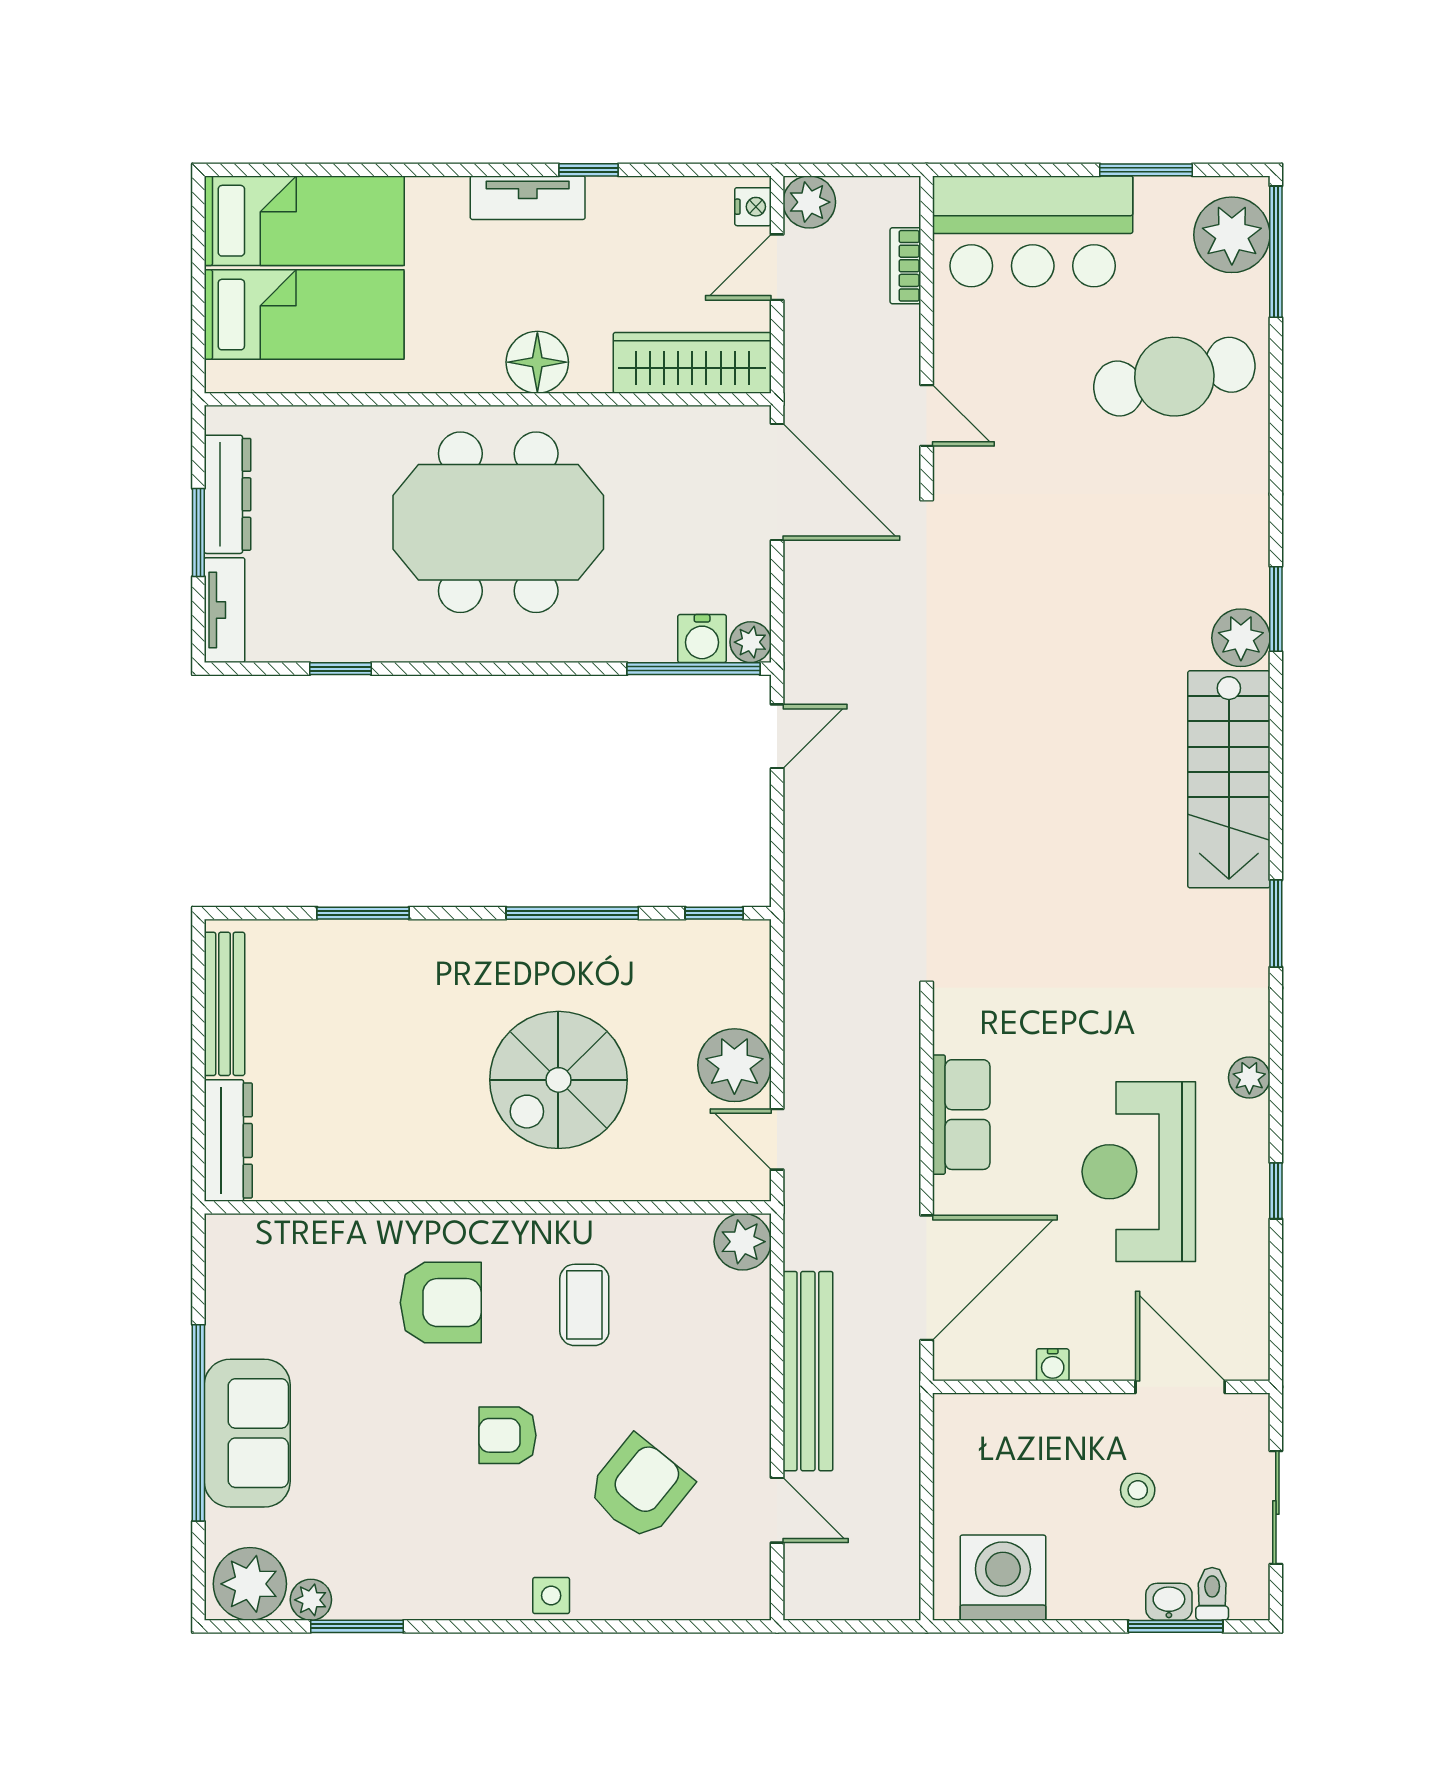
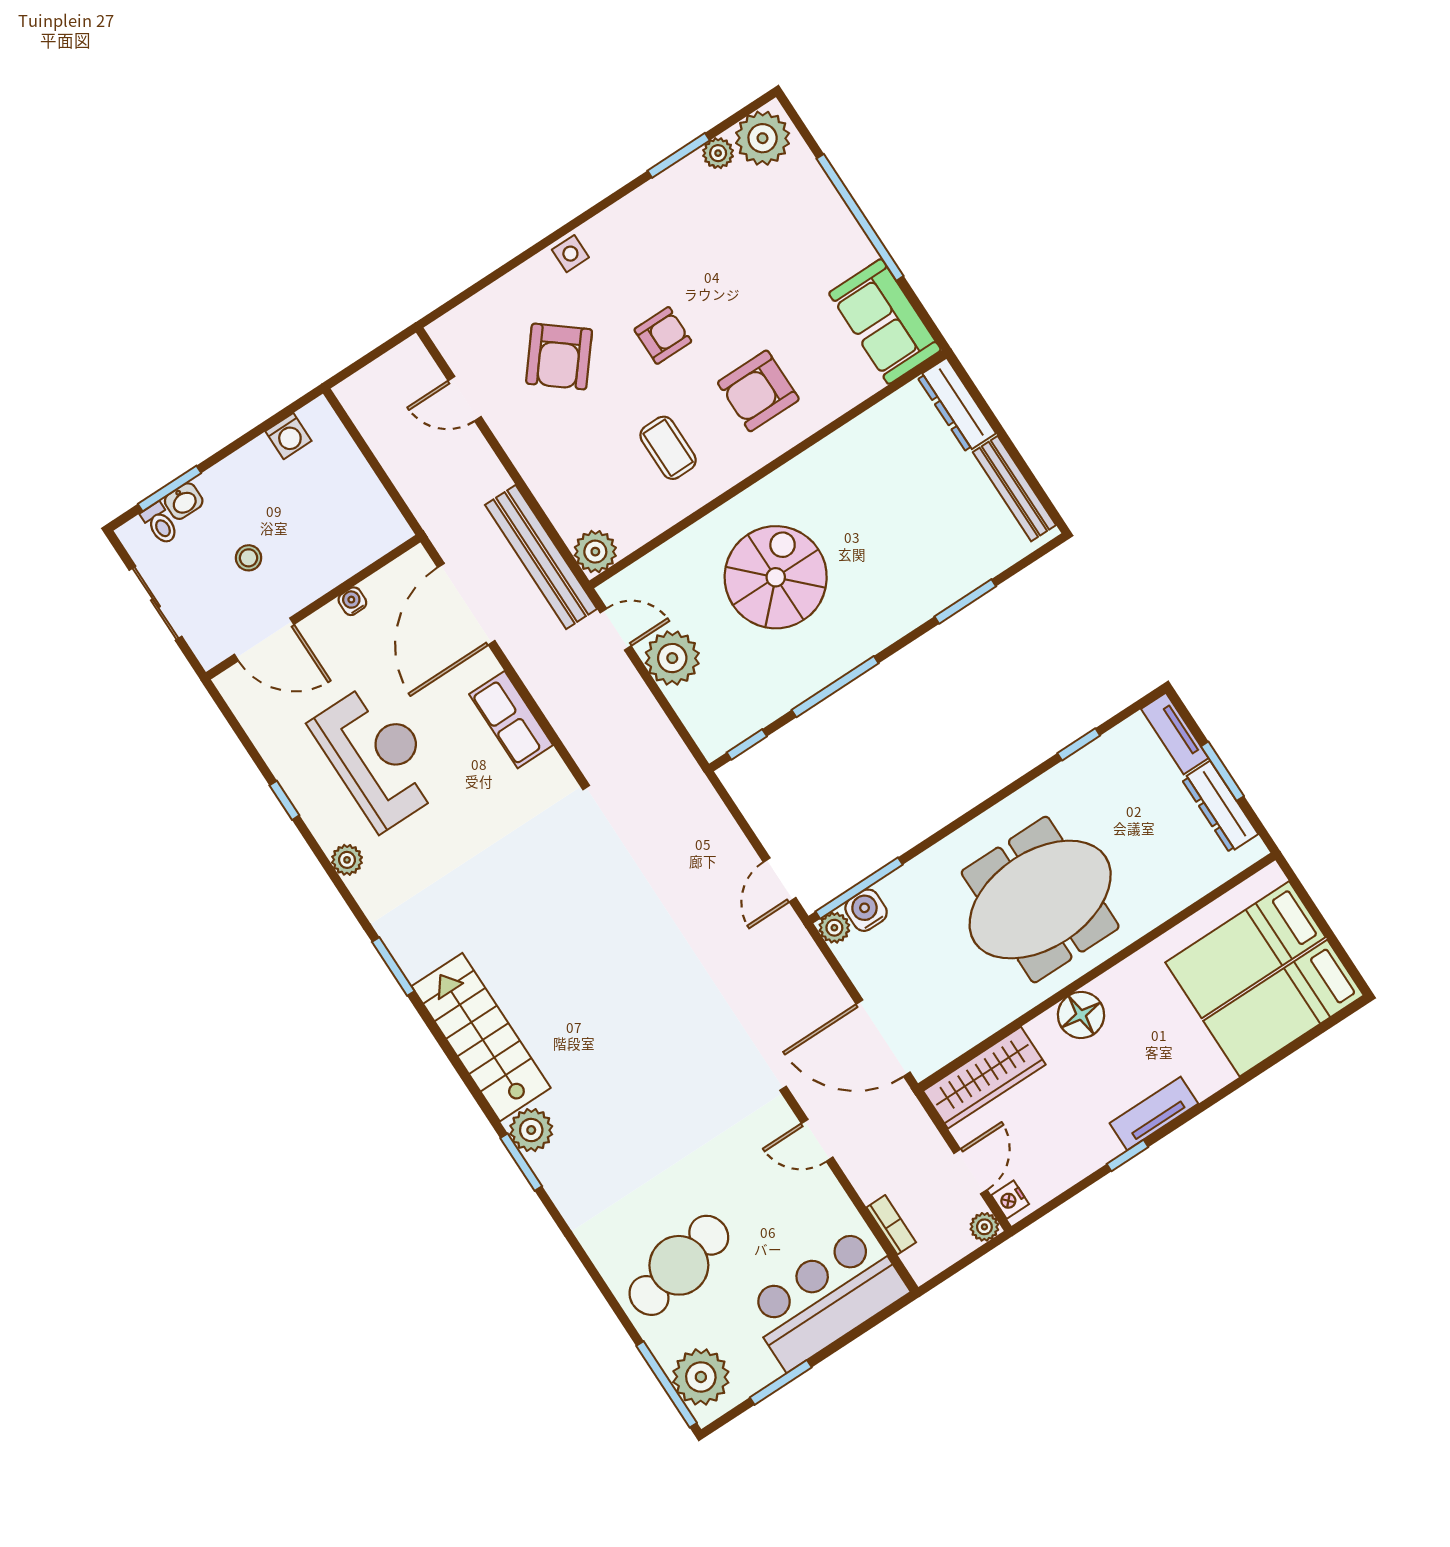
plant: (809, 202) -> (984, 1227), width x0.73, depth x0.73
bench: (808, 1371) -> (541, 557), moved
sofa: (247, 1433) -> (885, 322), moved
washing machine: (1003, 1578) -> (288, 436), width x0.53, depth x0.53

